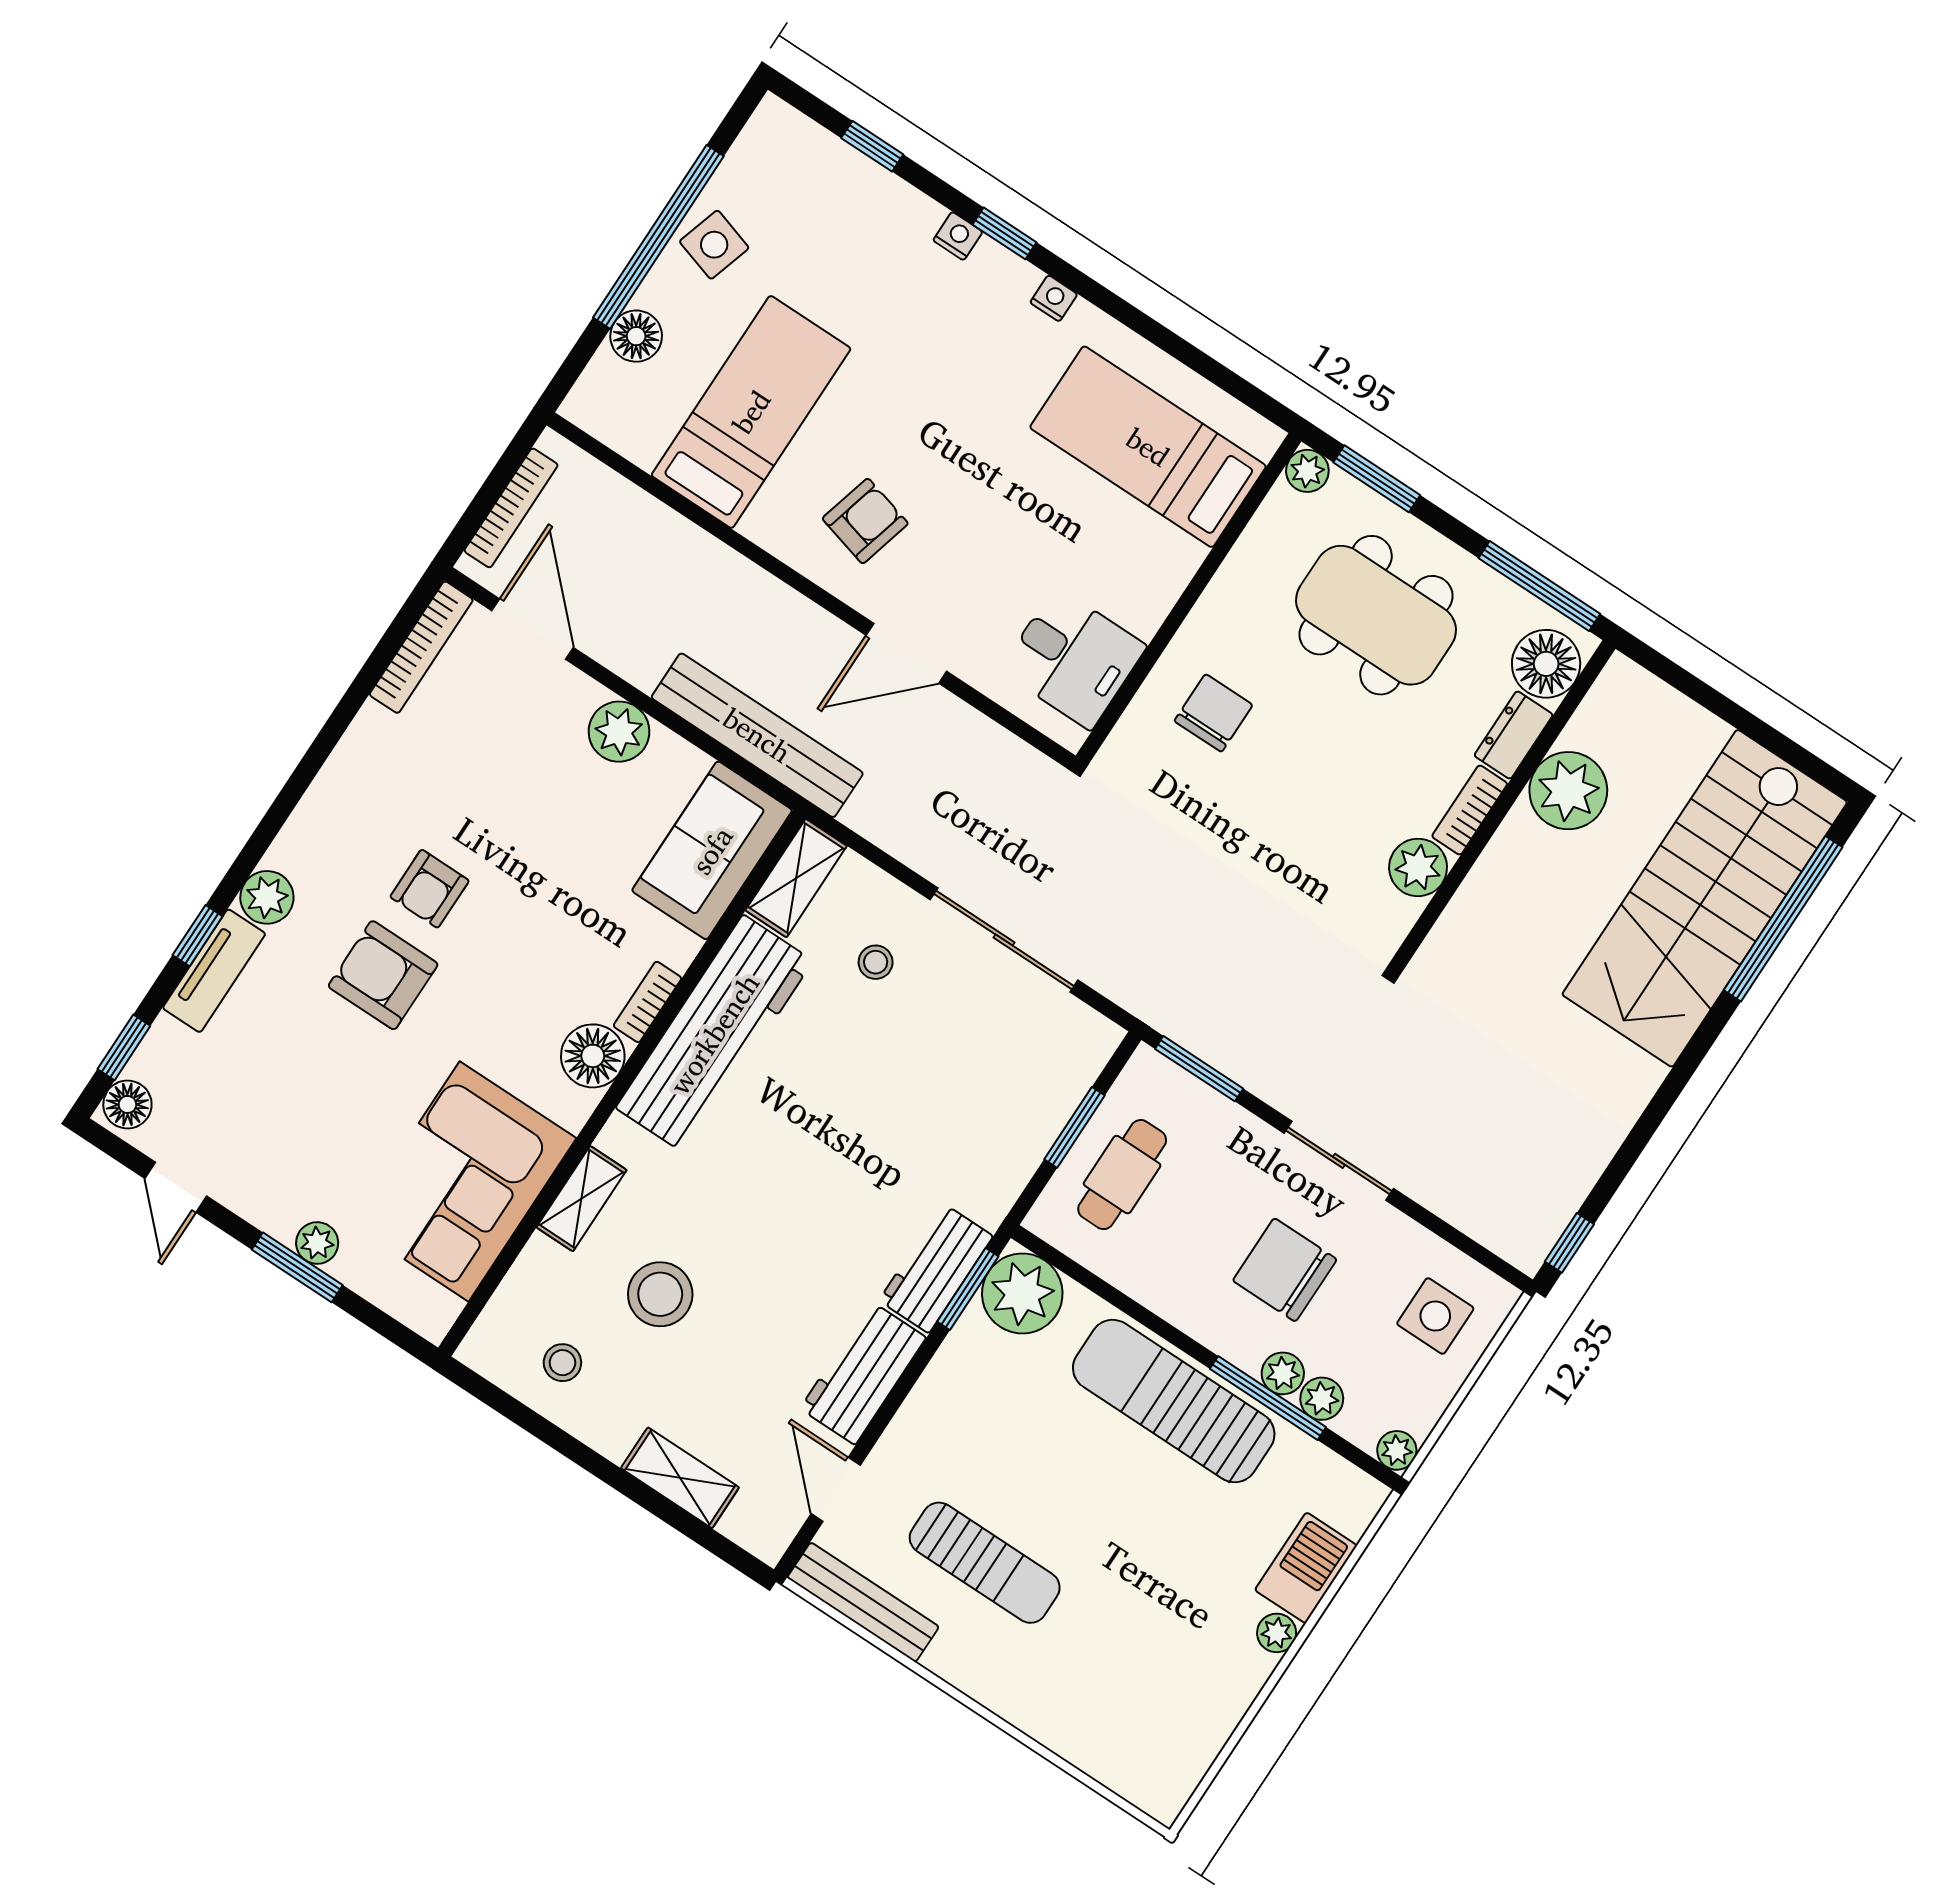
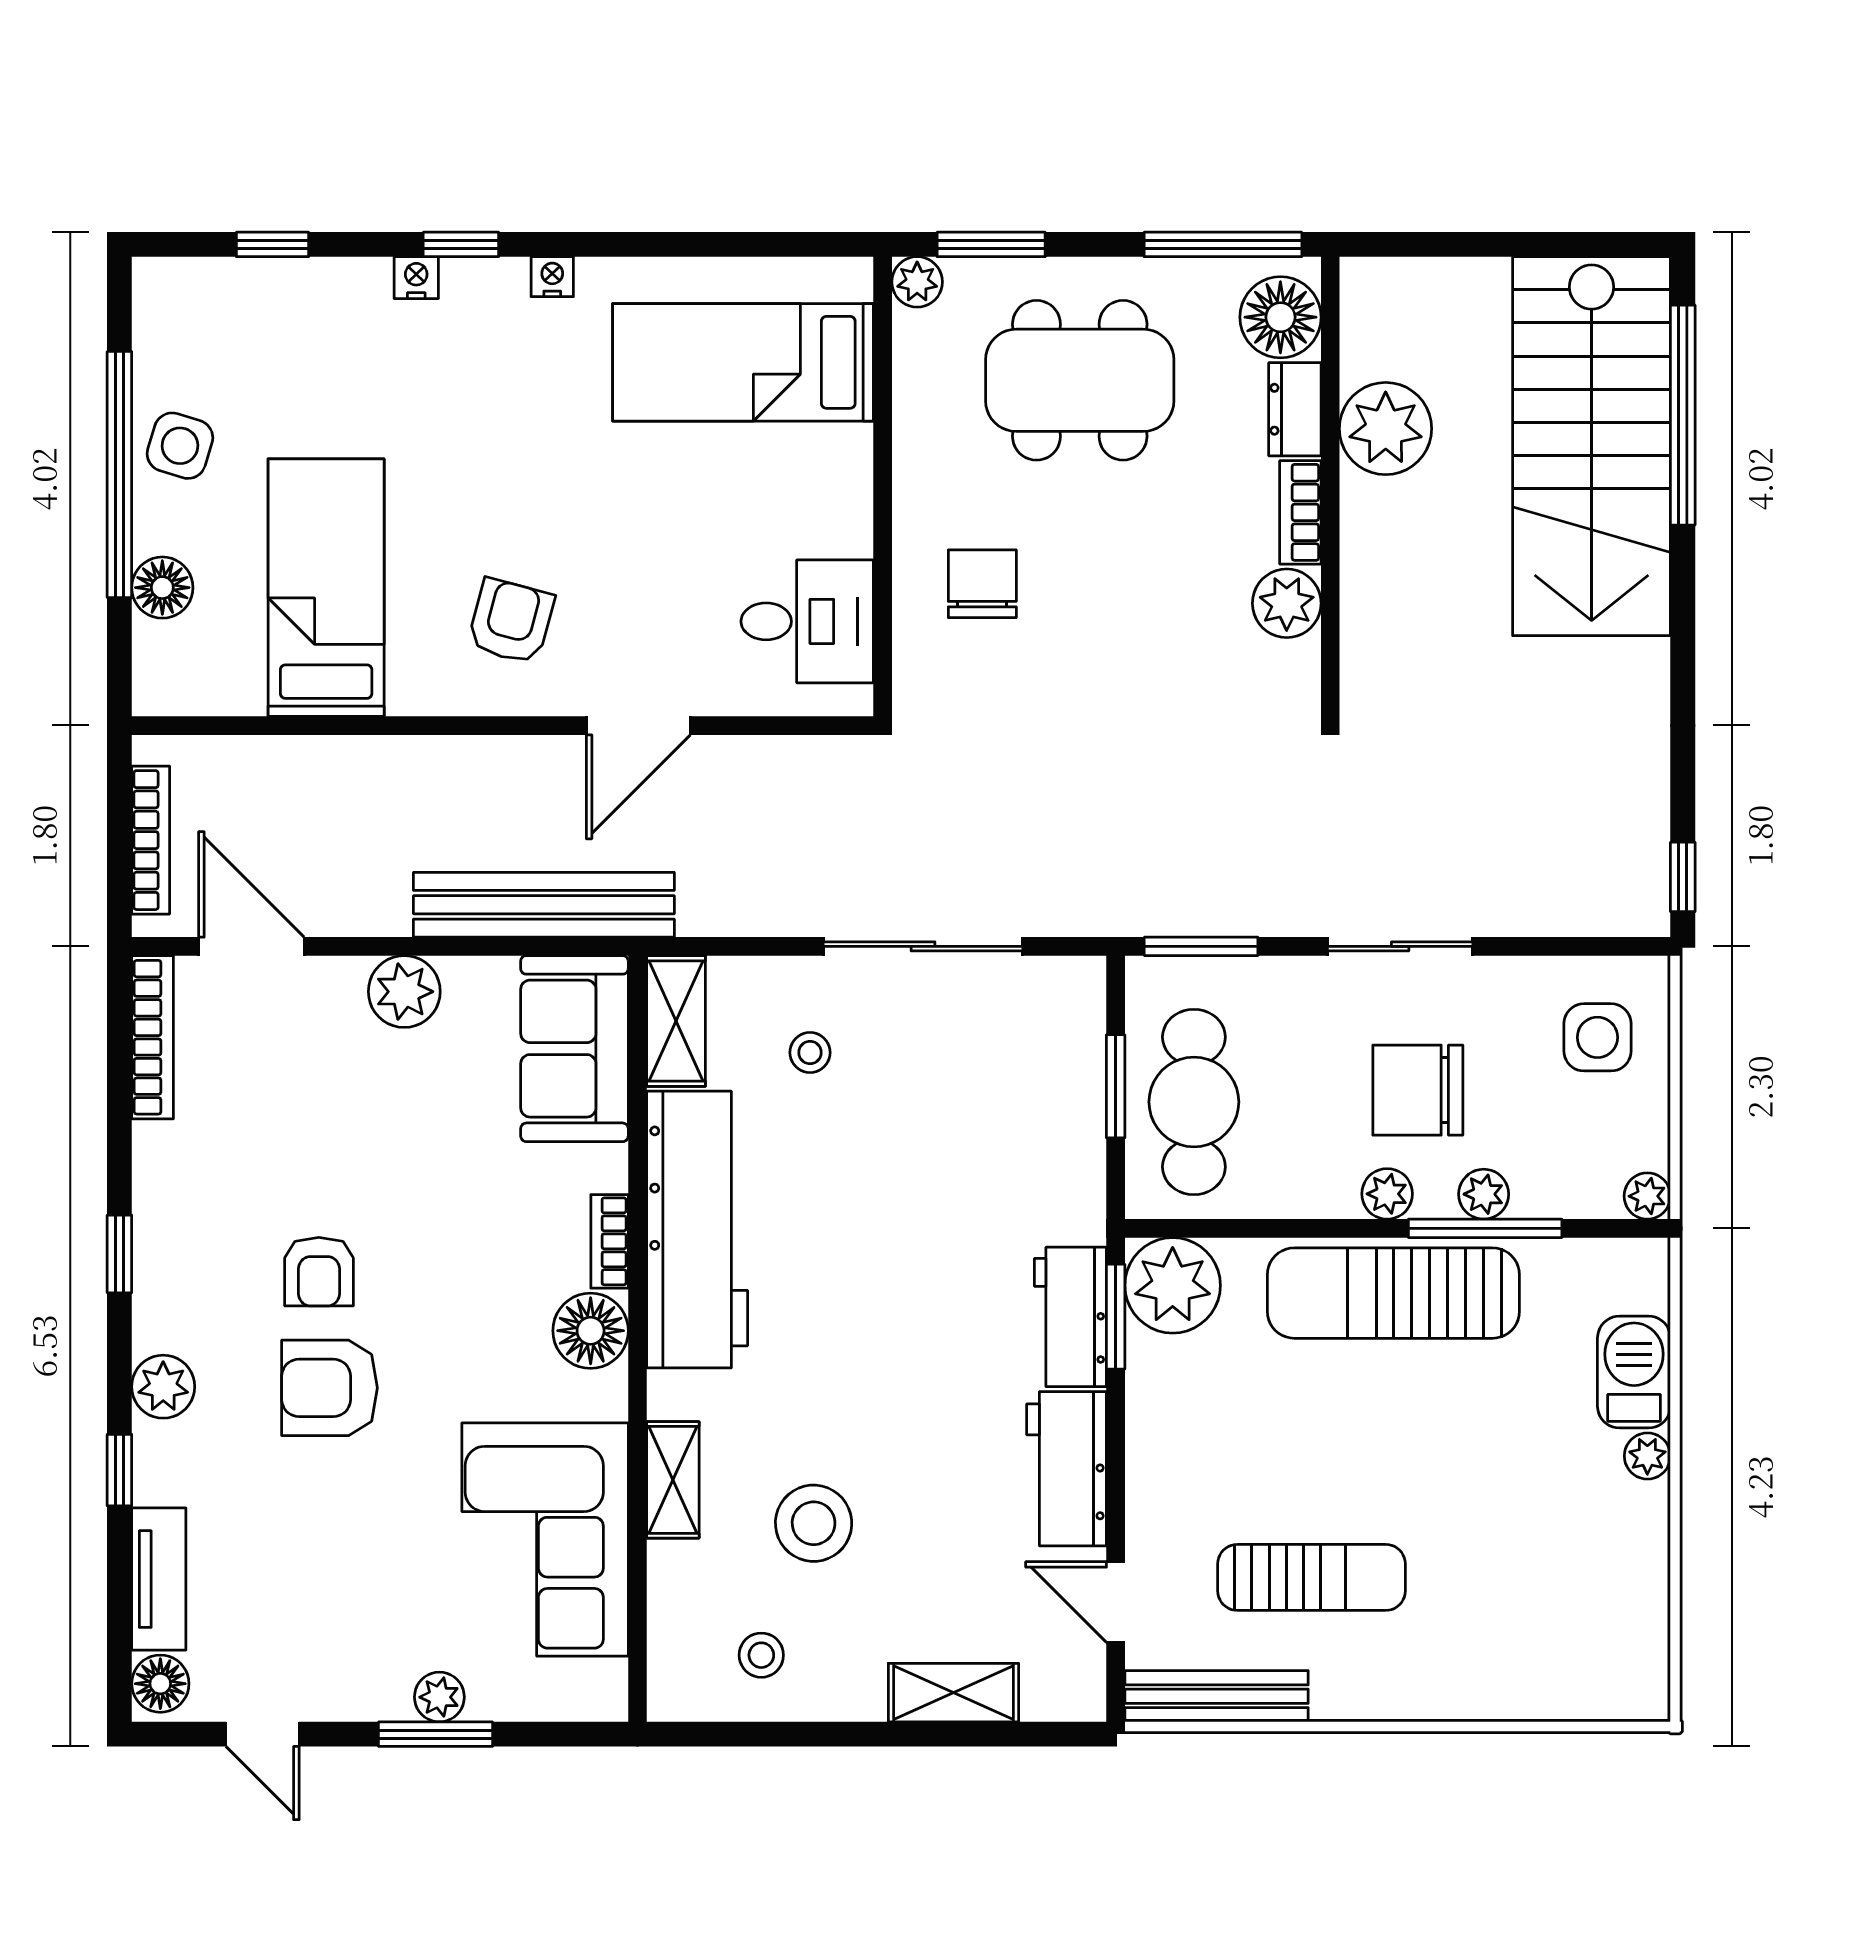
tv unit: (214, 971) -> (159, 1579), moved
window: (124, 1047) -> (119, 1254), moved
cafe table: (1122, 1175) -> (1194, 1102), width x1.37, depth x1.35
plant: (1322, 1399) -> (1387, 1194), moved

